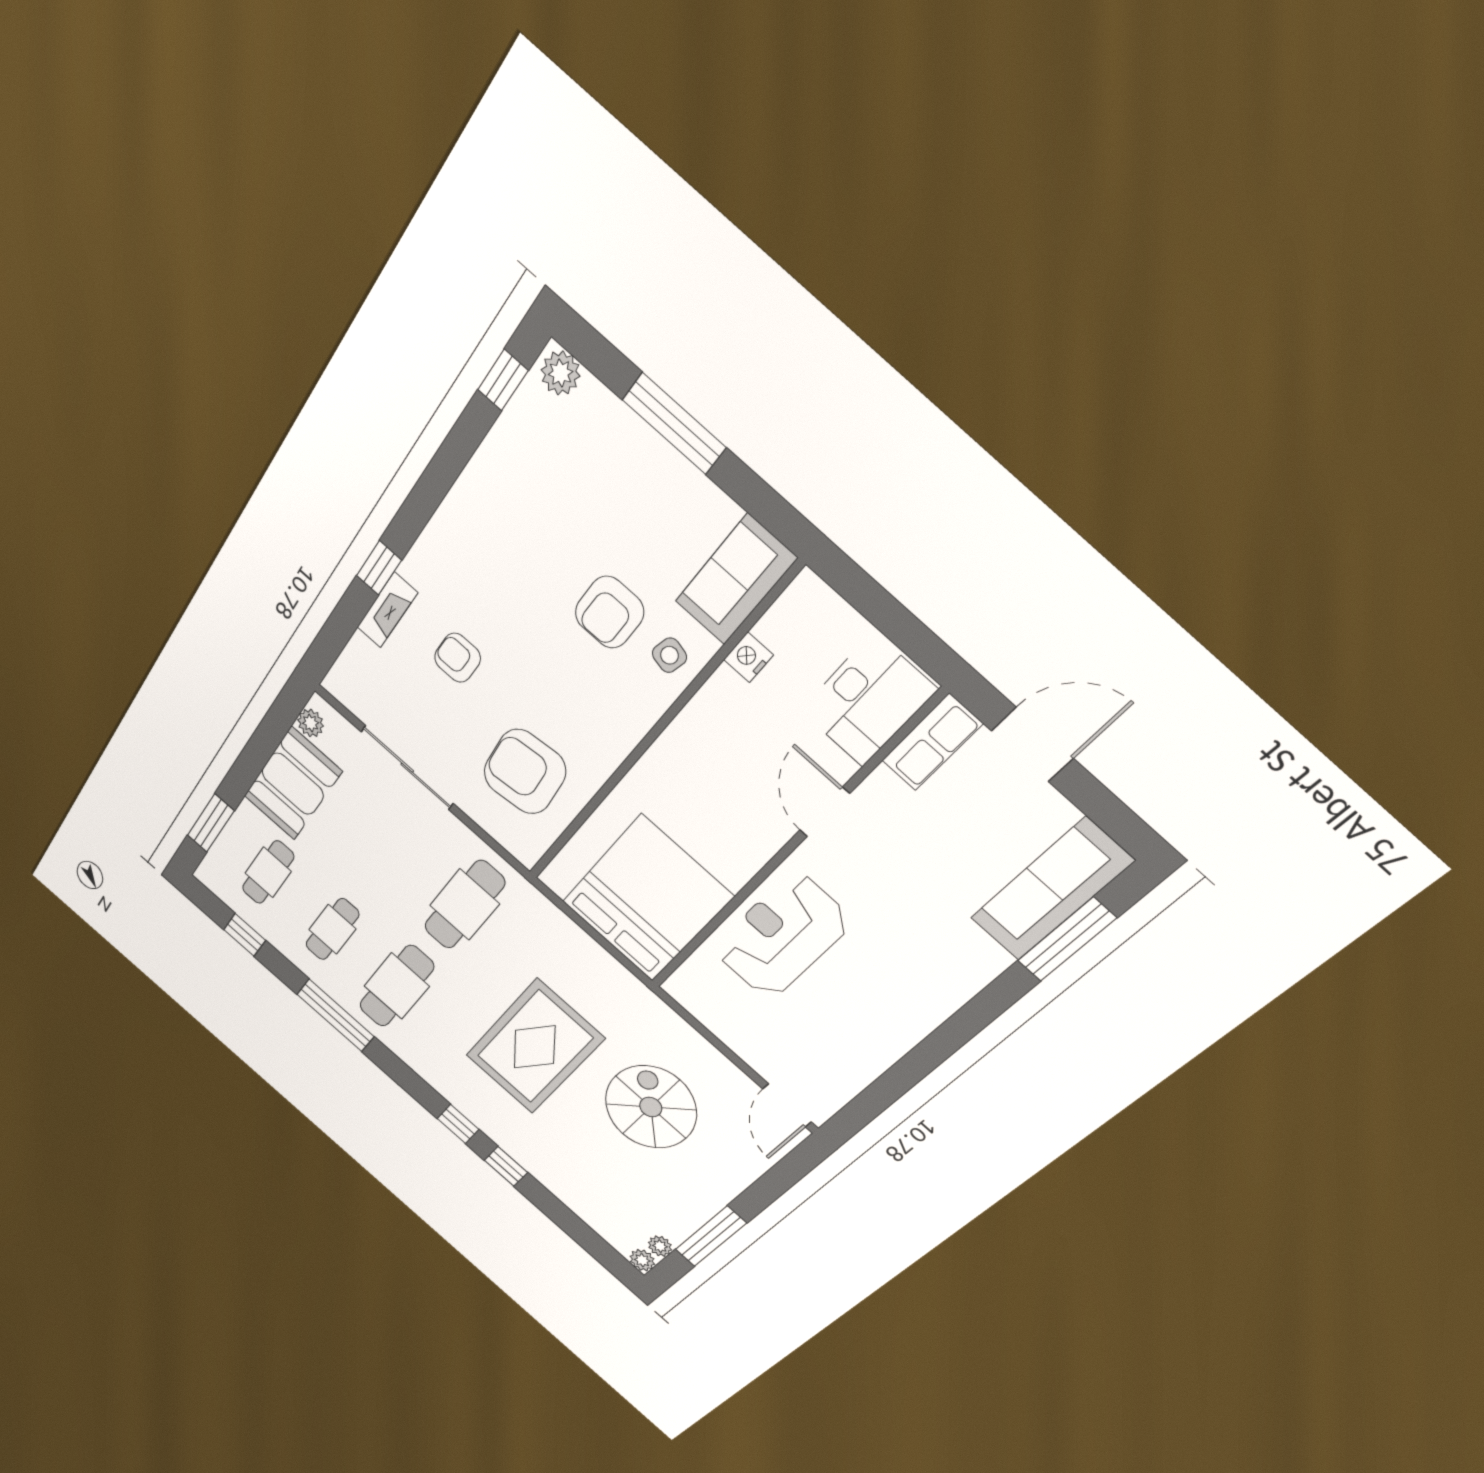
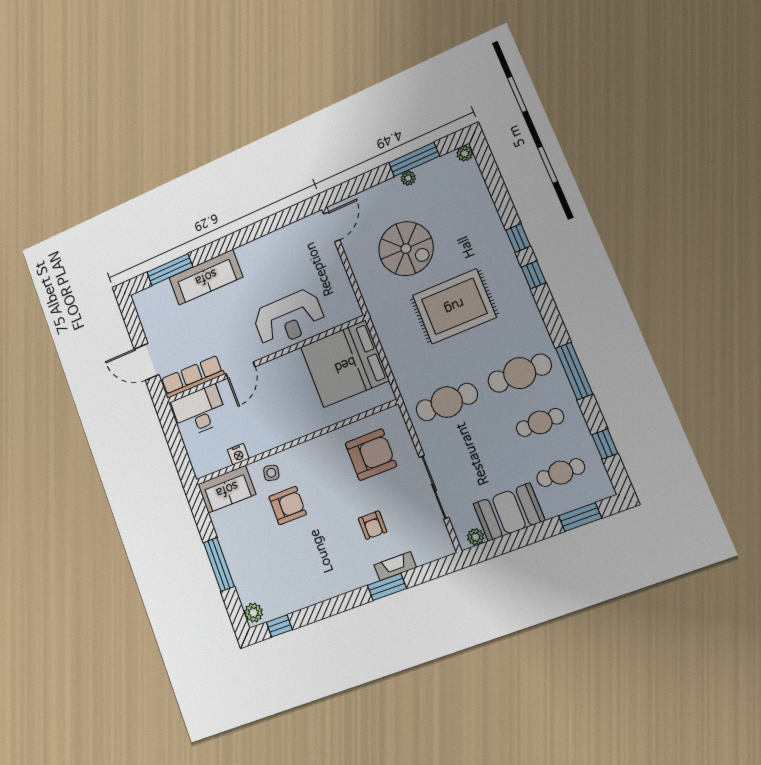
window: (379, 568) -> (387, 587), width x1.50
row of seats: (932, 742) -> (192, 377), width x1.48
armchair: (525, 772) -> (371, 455), turned -84
sofa: (1051, 890) -> (206, 277), moved
spiral stairs: (651, 1107) -> (406, 249), turned -90
plant: (660, 1246) -> (408, 178), moved

